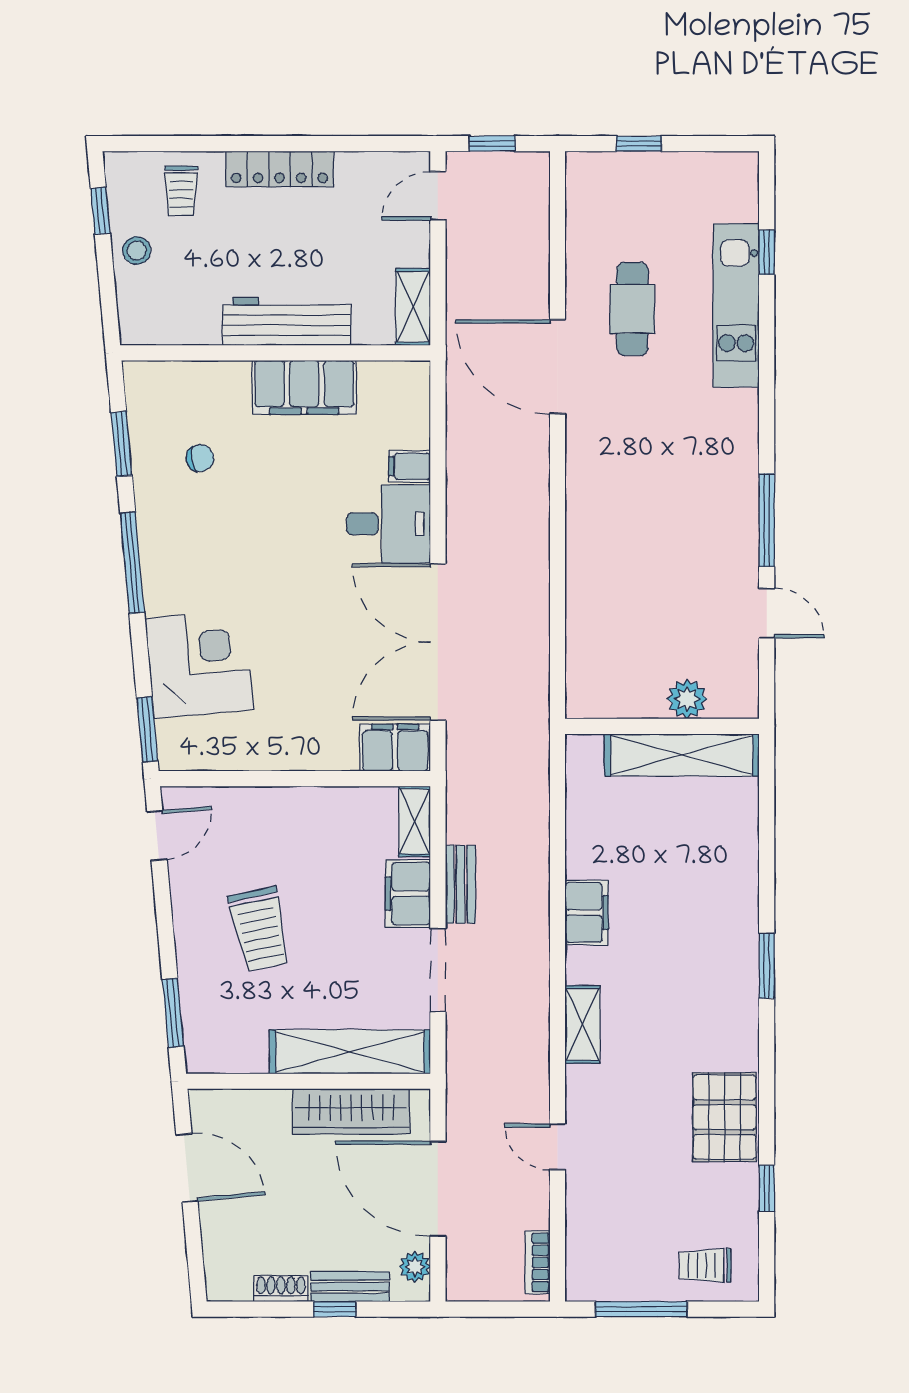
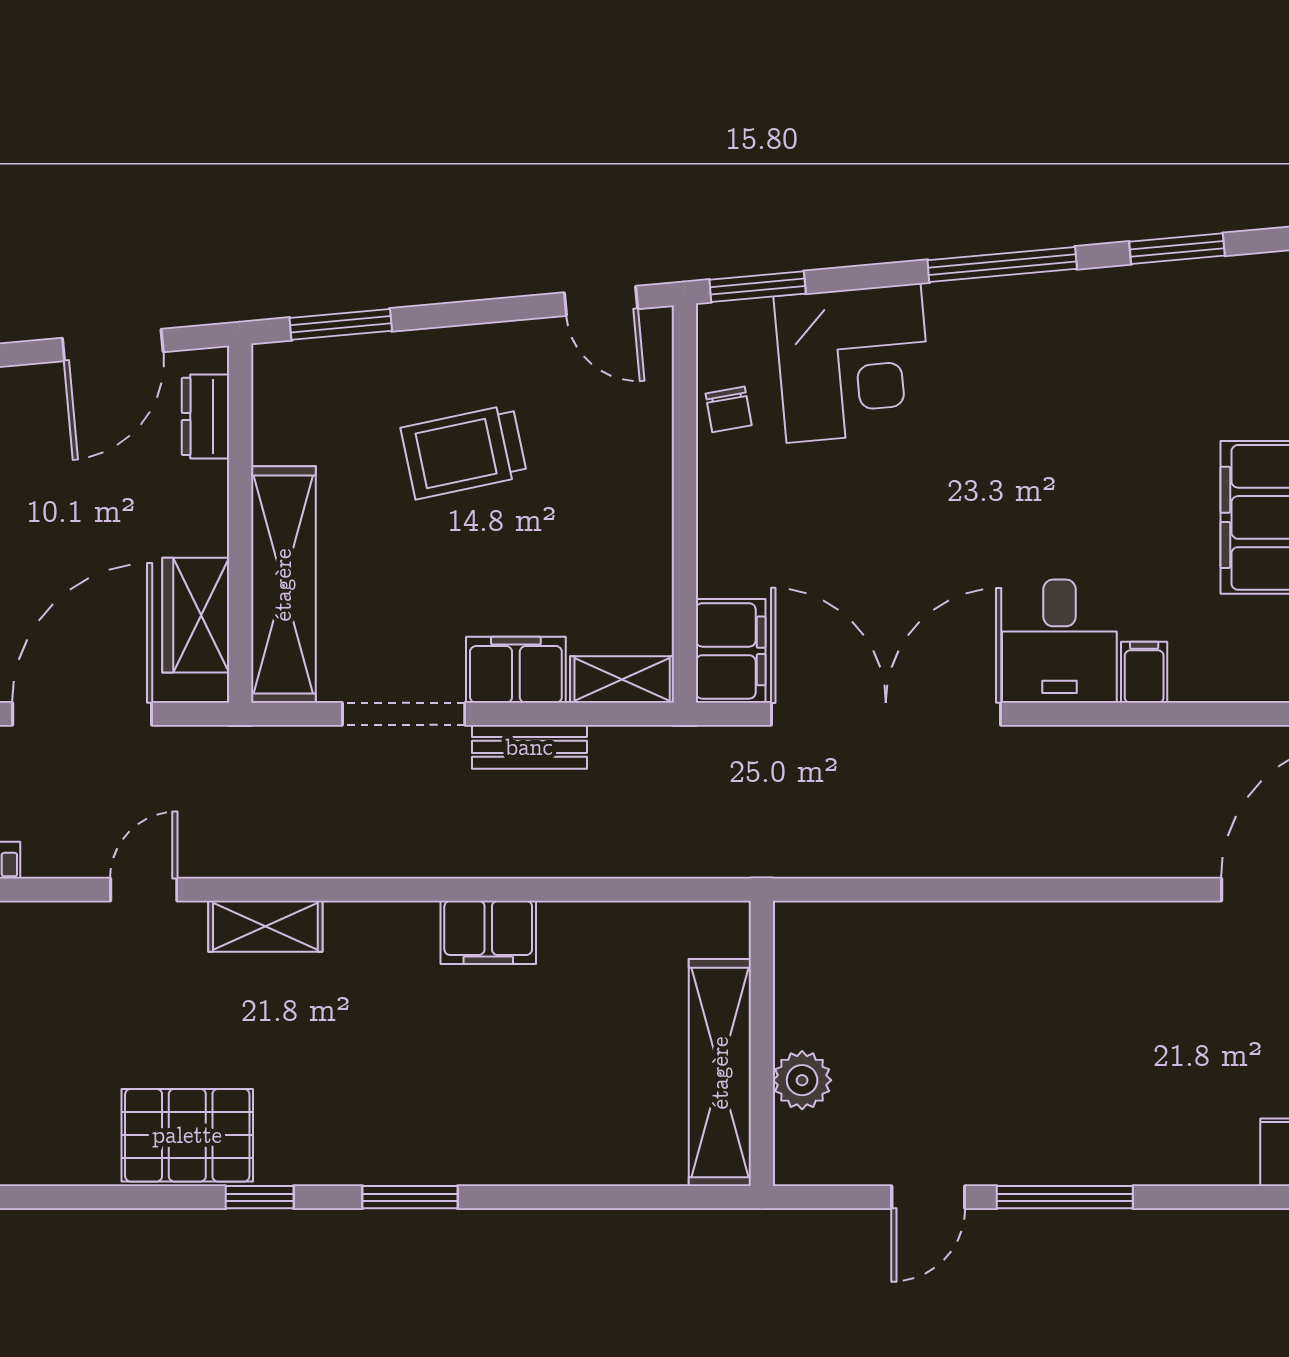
chair: (200, 458) -> (729, 409), moved
shelving: (582, 1024) -> (265, 926), moved
dresser: (236, 1105) -> (205, 416), added
wardrobe: (351, 1111) -> (196, 615), width x0.67
window: (767, 1188) -> (260, 1197), moved

